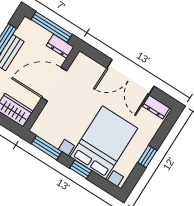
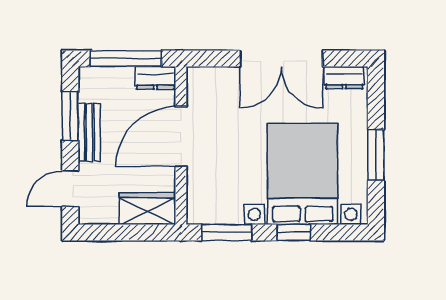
window: (147, 156) -> (376, 155), width x1.50

